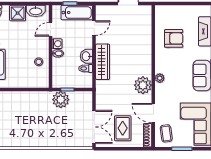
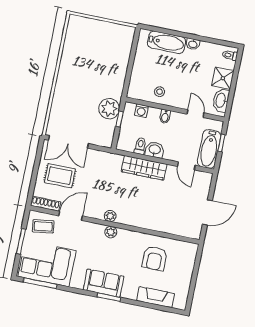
washing machine: (57, 44) -> (141, 111), moved
plant: (143, 85) -> (110, 216), width x0.53, depth x0.53

